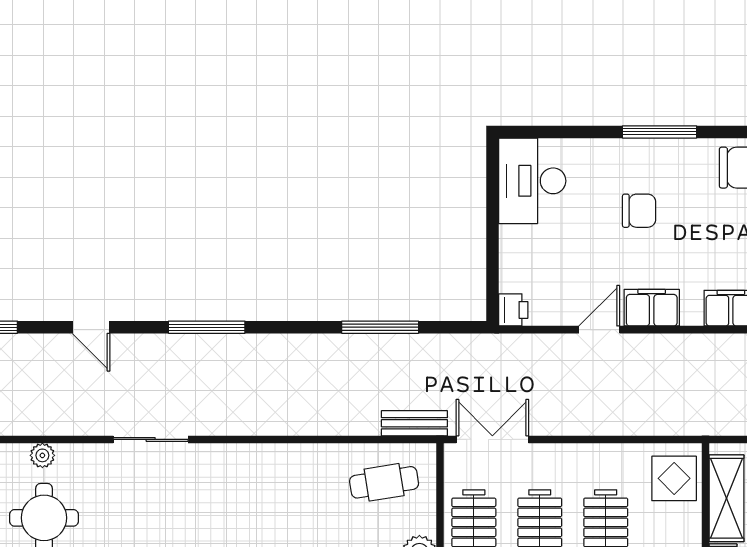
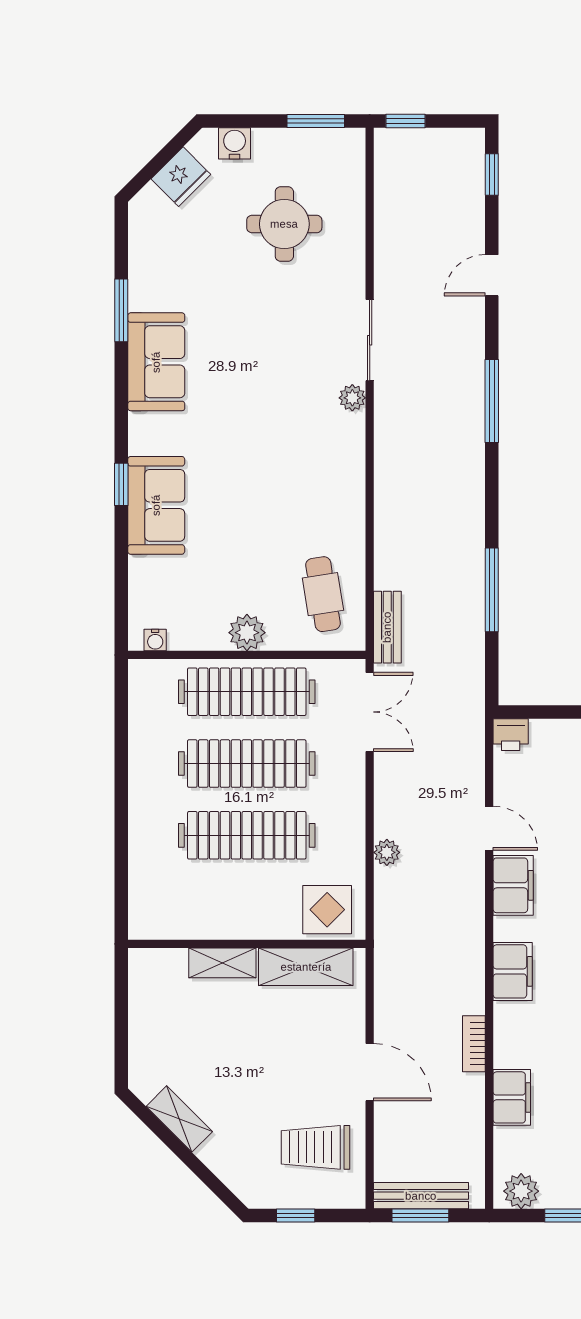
plant: (621, 424) -> (387, 852), added
plant: (42, 455) -> (352, 398), moved

